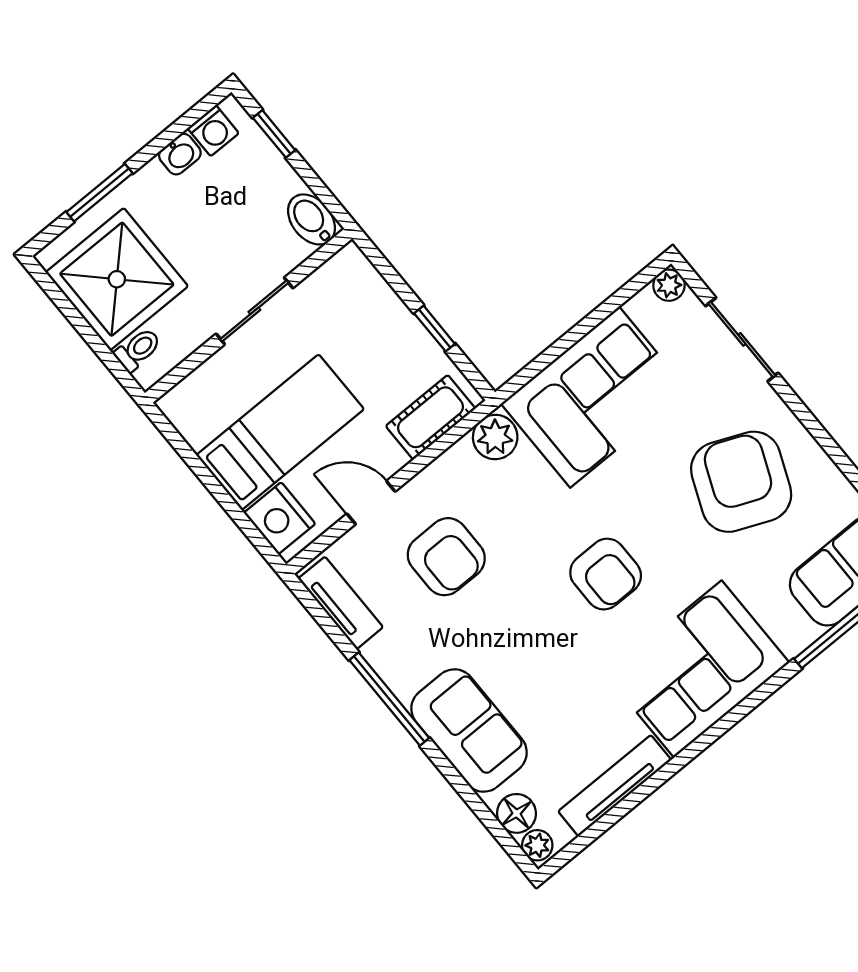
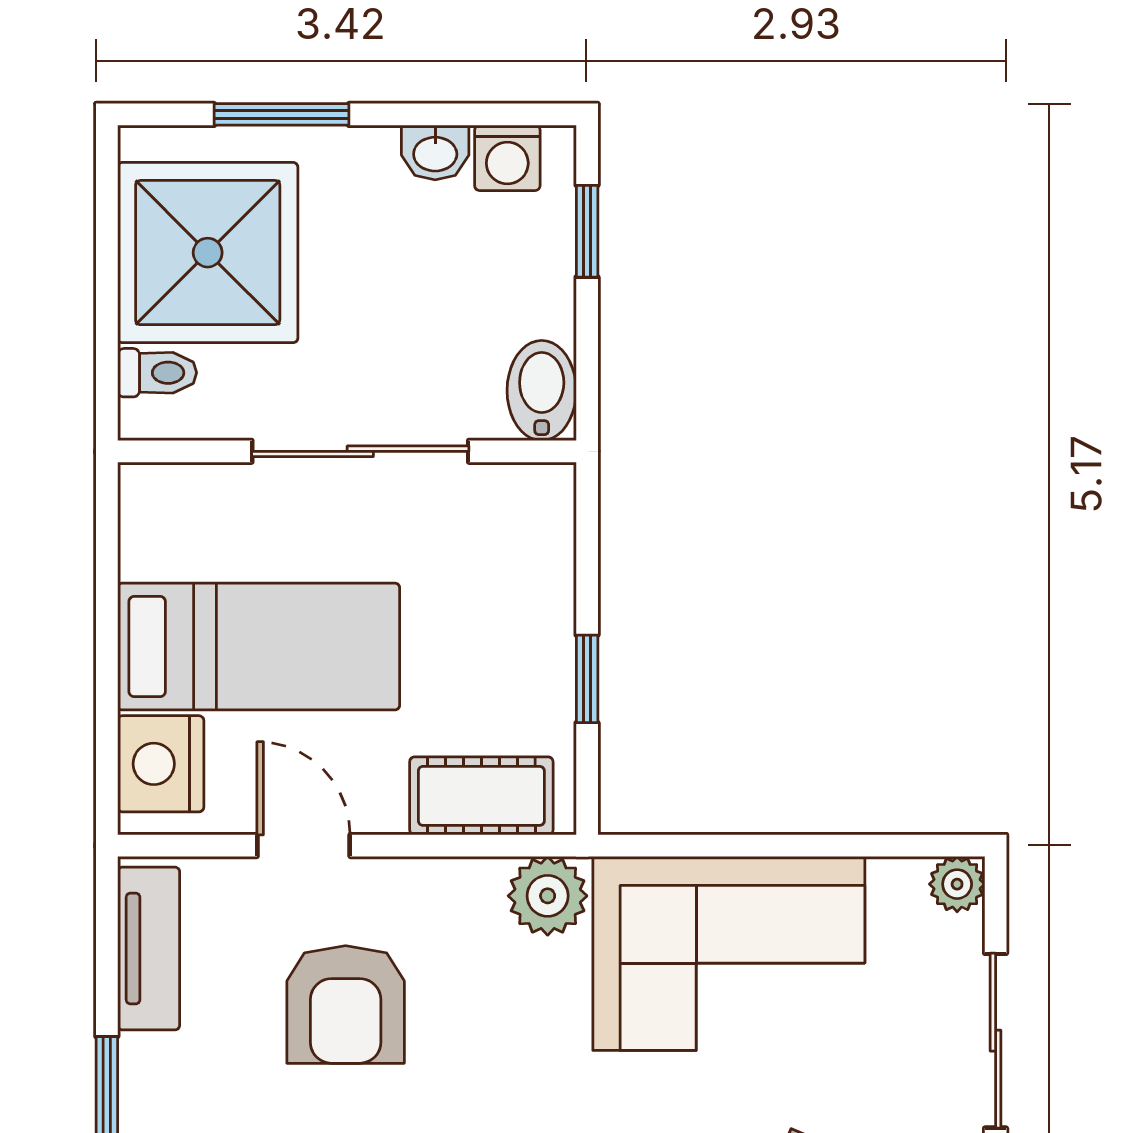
sliding door: (254, 311) -> (360, 451), width x1.37

